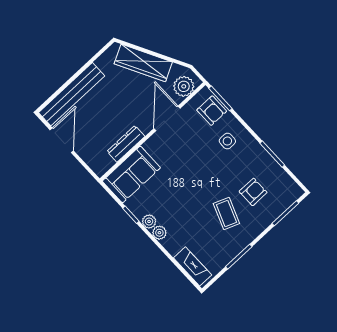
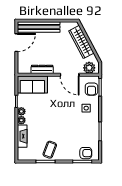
door: (167, 118) -> (70, 75), swing flipped
armchair: (253, 192) -> (86, 153), moved
coffee table: (226, 213) -> (50, 150), moved
fireplace: (193, 266) -> (22, 136), moved

